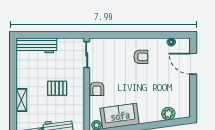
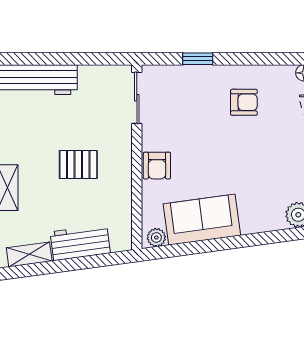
window: (118, 35) -> (198, 59), added

